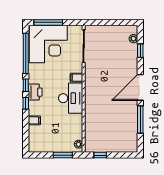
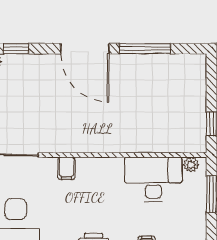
desk: (71, 98) -> (153, 179), moved

